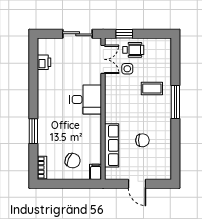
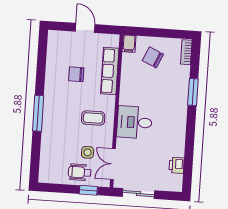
coffee table: (152, 89) -> (93, 118), moved

